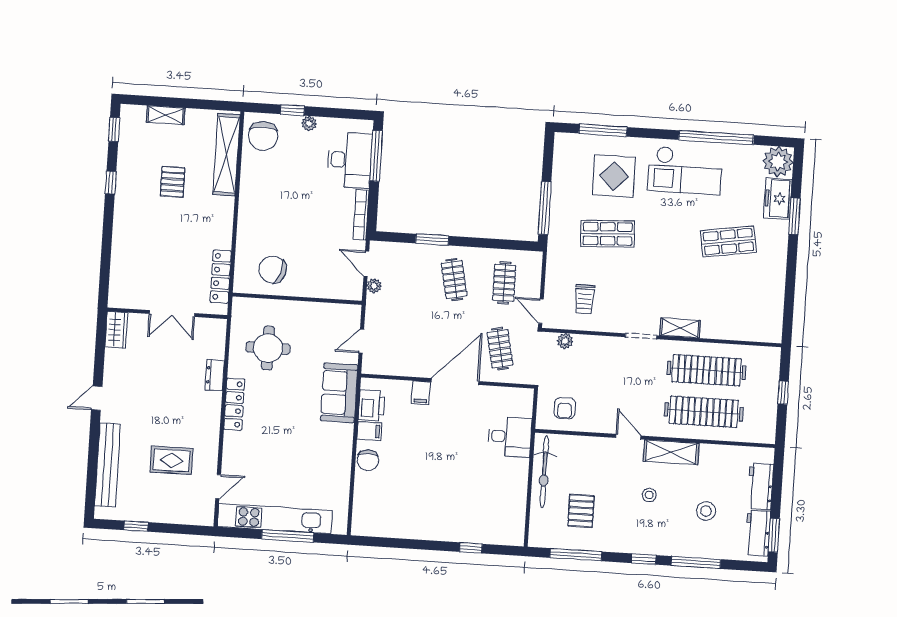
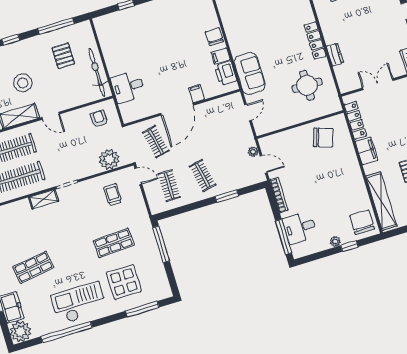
desk: (350, 160) -> (300, 228), width x0.73
filing cabinet: (221, 230) -> (367, 151), added
plant: (565, 341) -> (109, 159), width x1.87, depth x1.87
stool: (649, 495) -> (23, 83), width x1.89, depth x1.89

